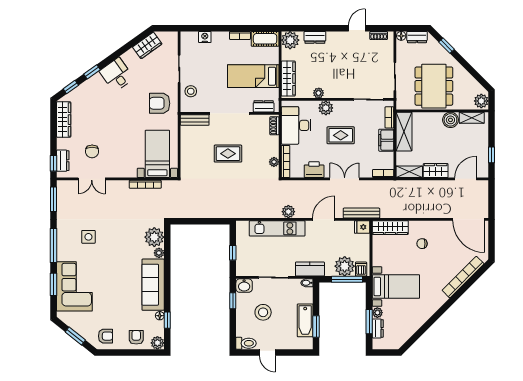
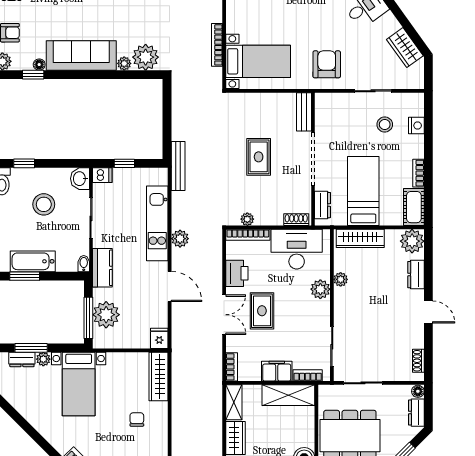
door: (357, 28) -> (428, 312), moved
stool: (191, 91) -> (385, 125), moved
rug: (341, 135) -> (262, 311), moved
bench: (361, 213) -> (178, 166), moved
dishwasher: (361, 269) -> (102, 175), moved
window: (233, 301) -> (24, 163), moved

